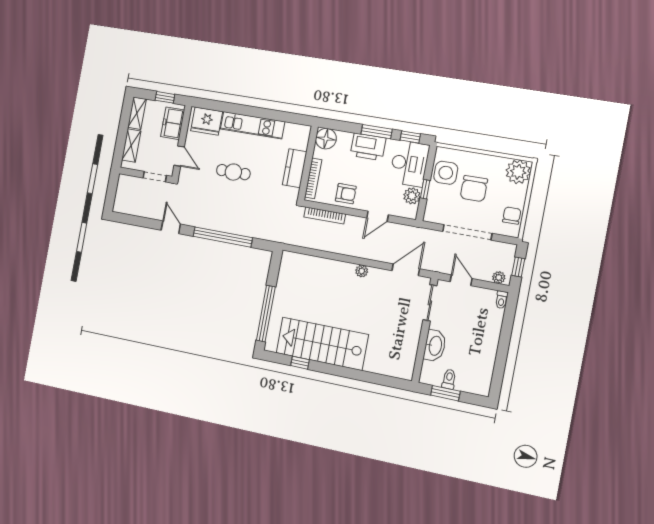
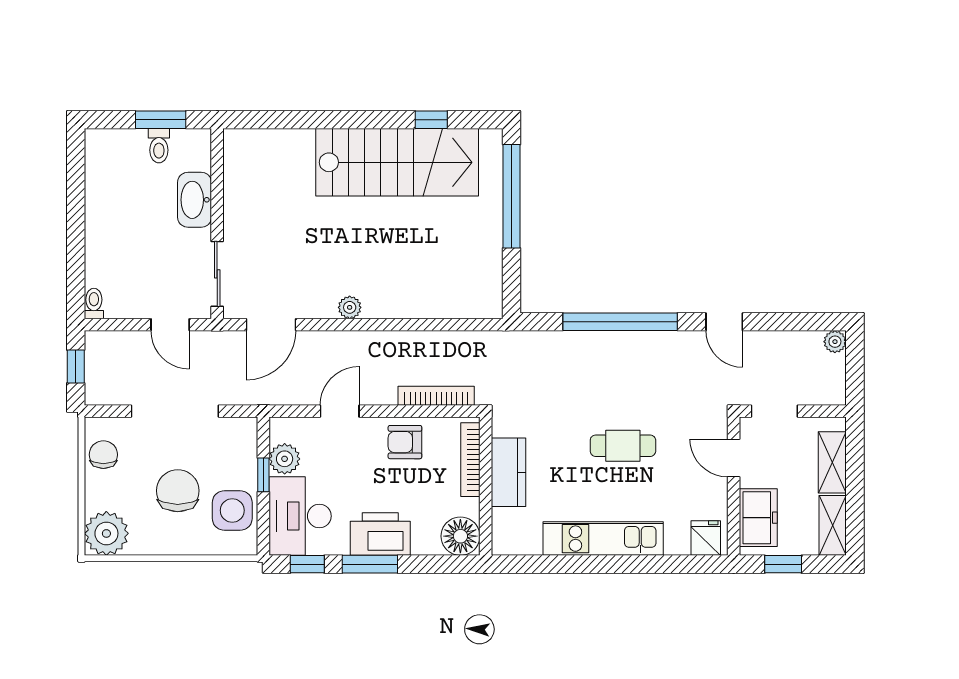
fridge: (207, 121) -> (706, 538), width x0.53, depth x0.75
chair: (512, 216) -> (103, 455), turned 180
plant: (499, 278) -> (835, 342), moved

